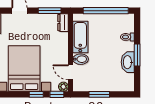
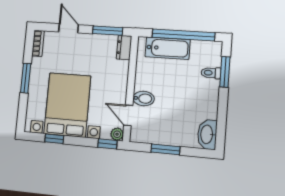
bathtub: (80, 37) -> (168, 48), moved, turned 90
window: (137, 55) -> (225, 72), moved
washbasin: (128, 62) -> (207, 134), moved
window: (36, 94) -> (54, 139), moved

